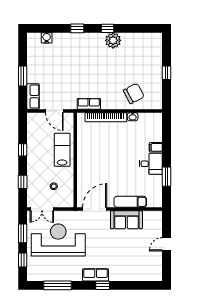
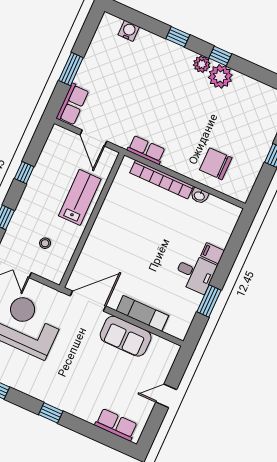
plant: (99, 38) -> (202, 64), added
chair: (134, 93) -> (216, 164), turned -152
row of seats: (96, 275) -> (116, 425), moved

